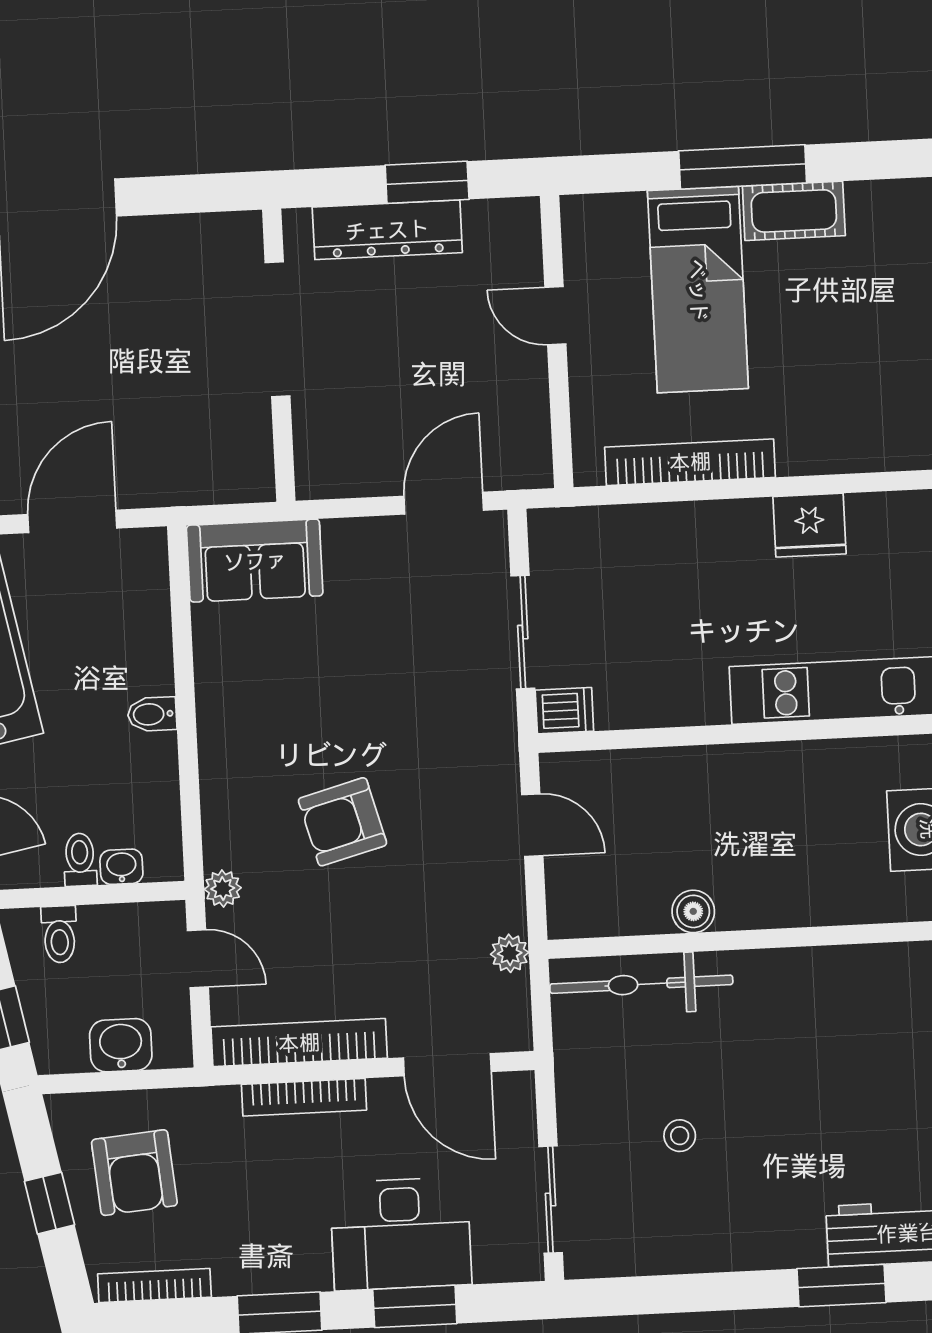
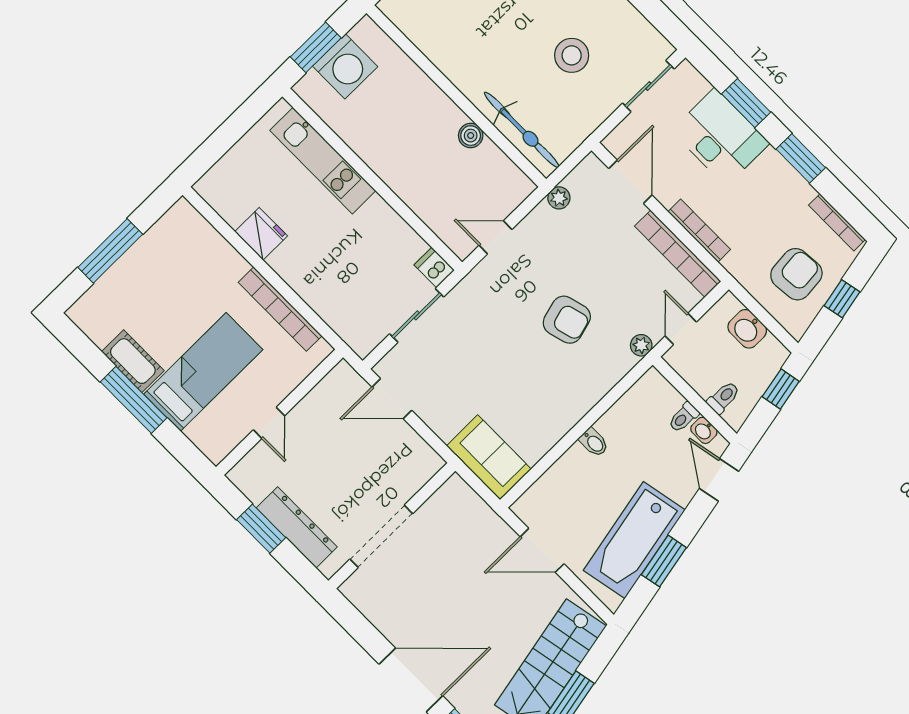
door: (532, 825) -> (496, 237), hinge flipped
washbasin: (121, 867) -> (704, 430), moved
stool: (680, 1136) -> (572, 55), width x1.89, depth x1.89

